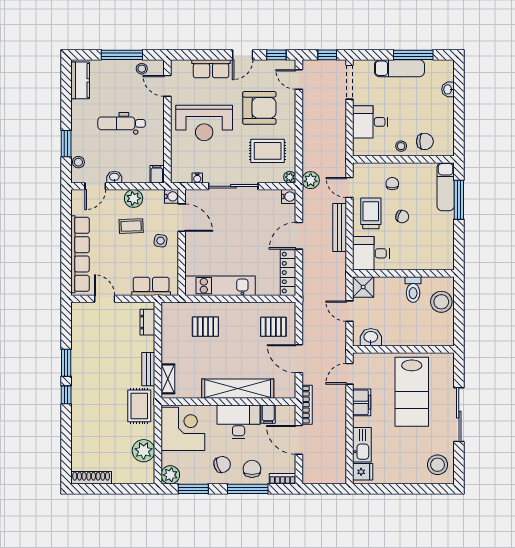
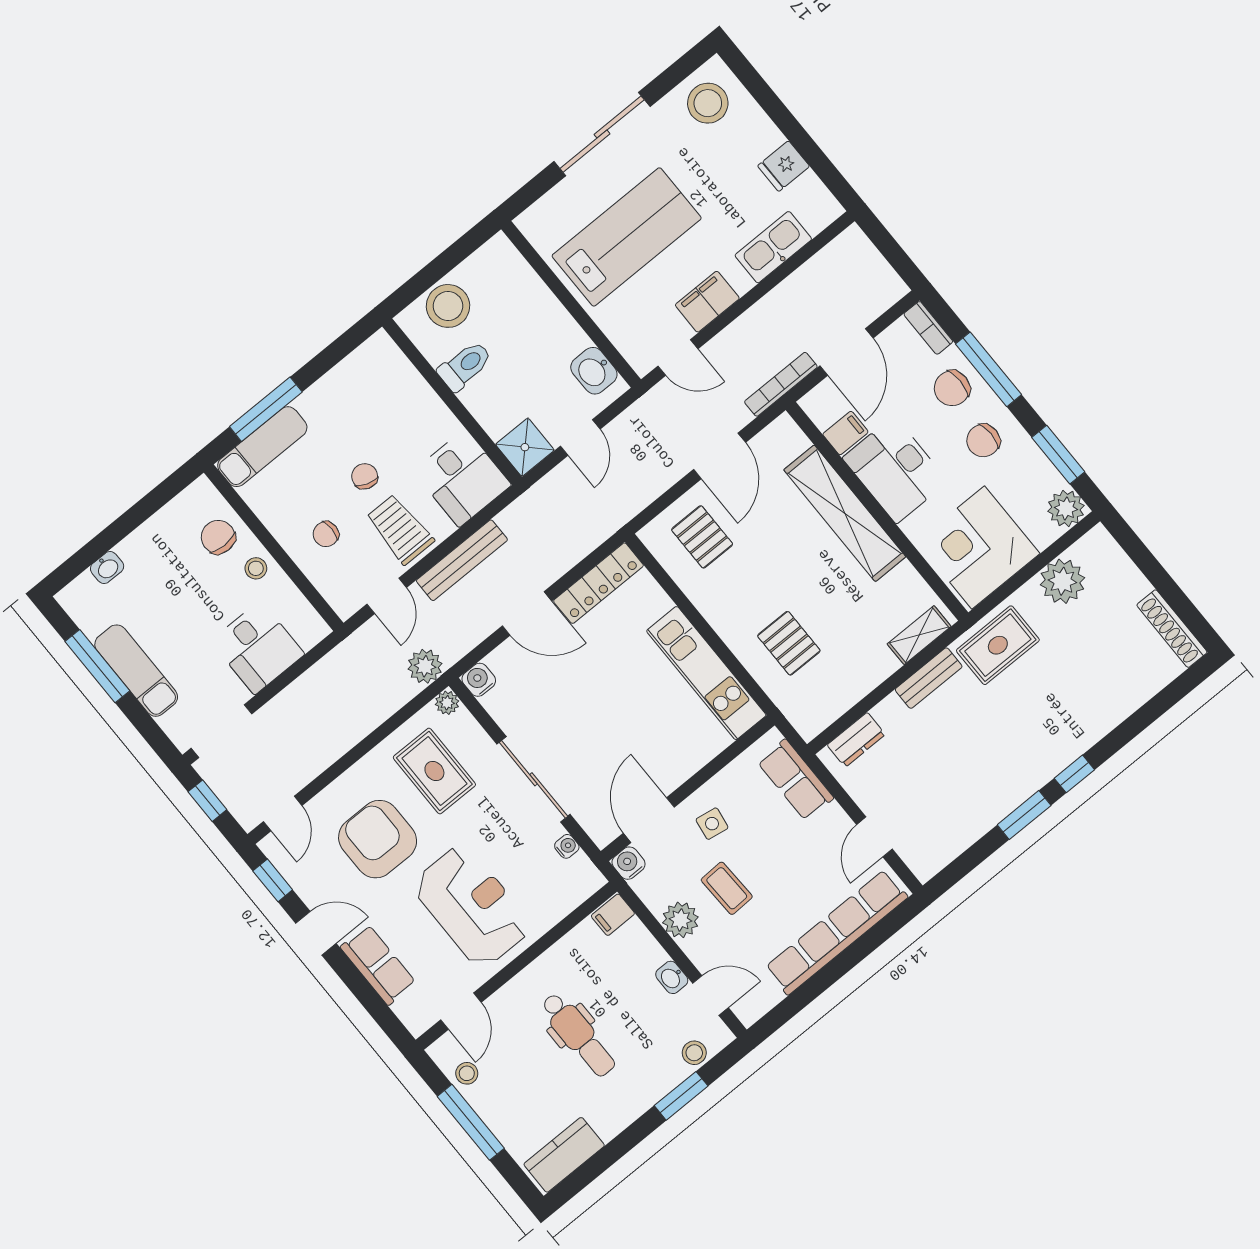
trolley: (371, 213) -> (400, 529), turned 90
chair: (222, 464) -> (983, 441), turned -71
fridge: (363, 472) -> (784, 166), moved, turned -90

